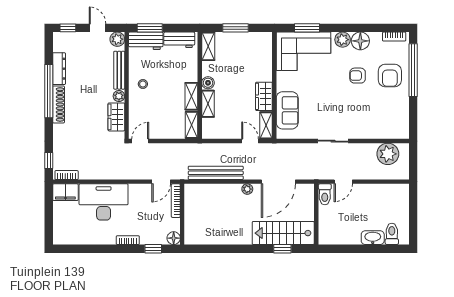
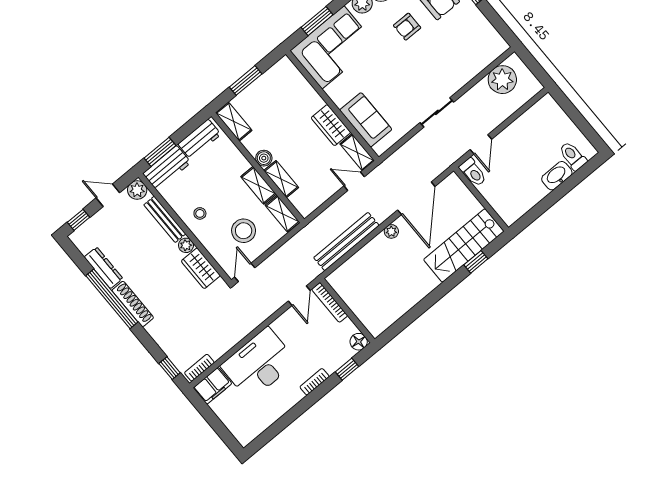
stool: (160, 116) -> (244, 231), added

